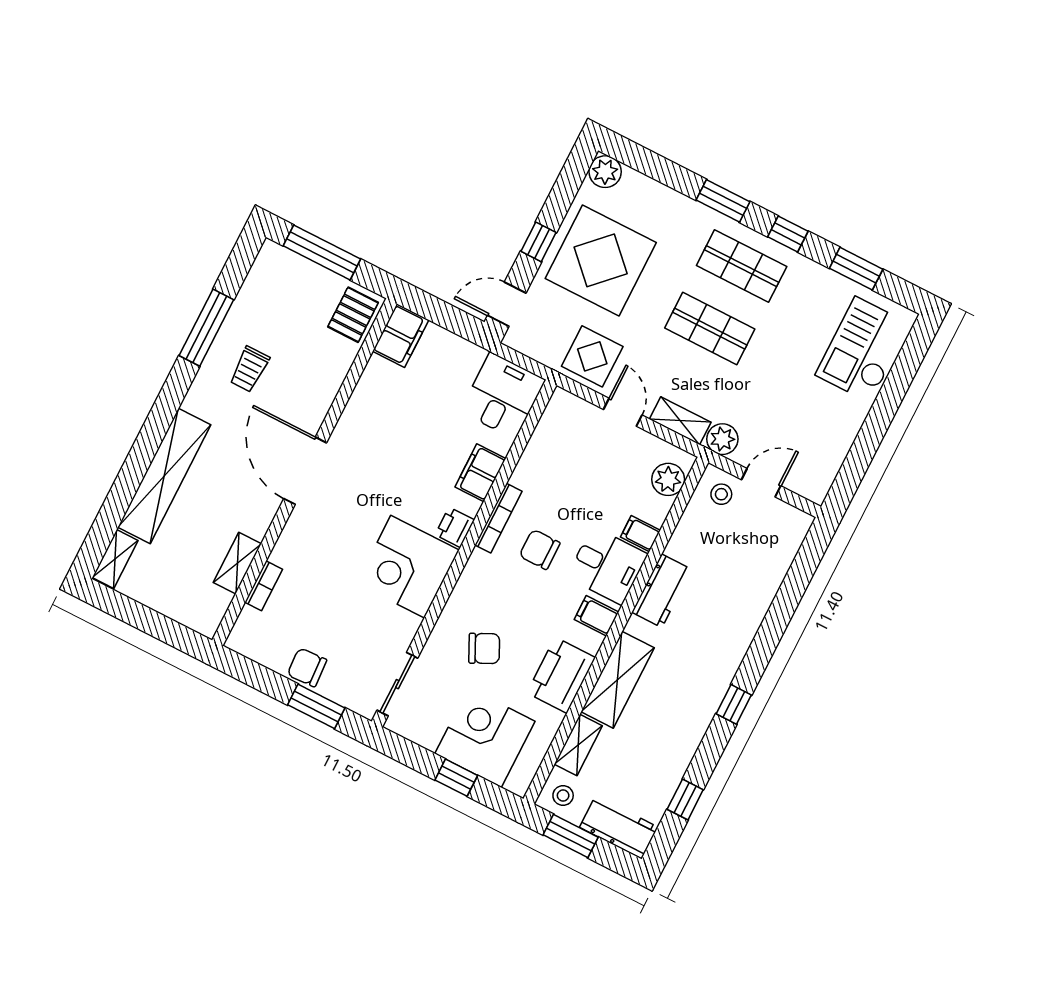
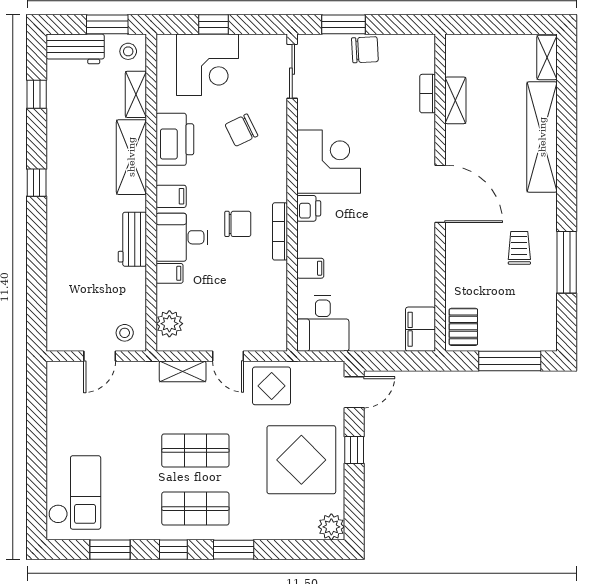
plant: (722, 439) -> (145, 374), removed
filing cabinet: (480, 473) -> (310, 268), width x0.50

